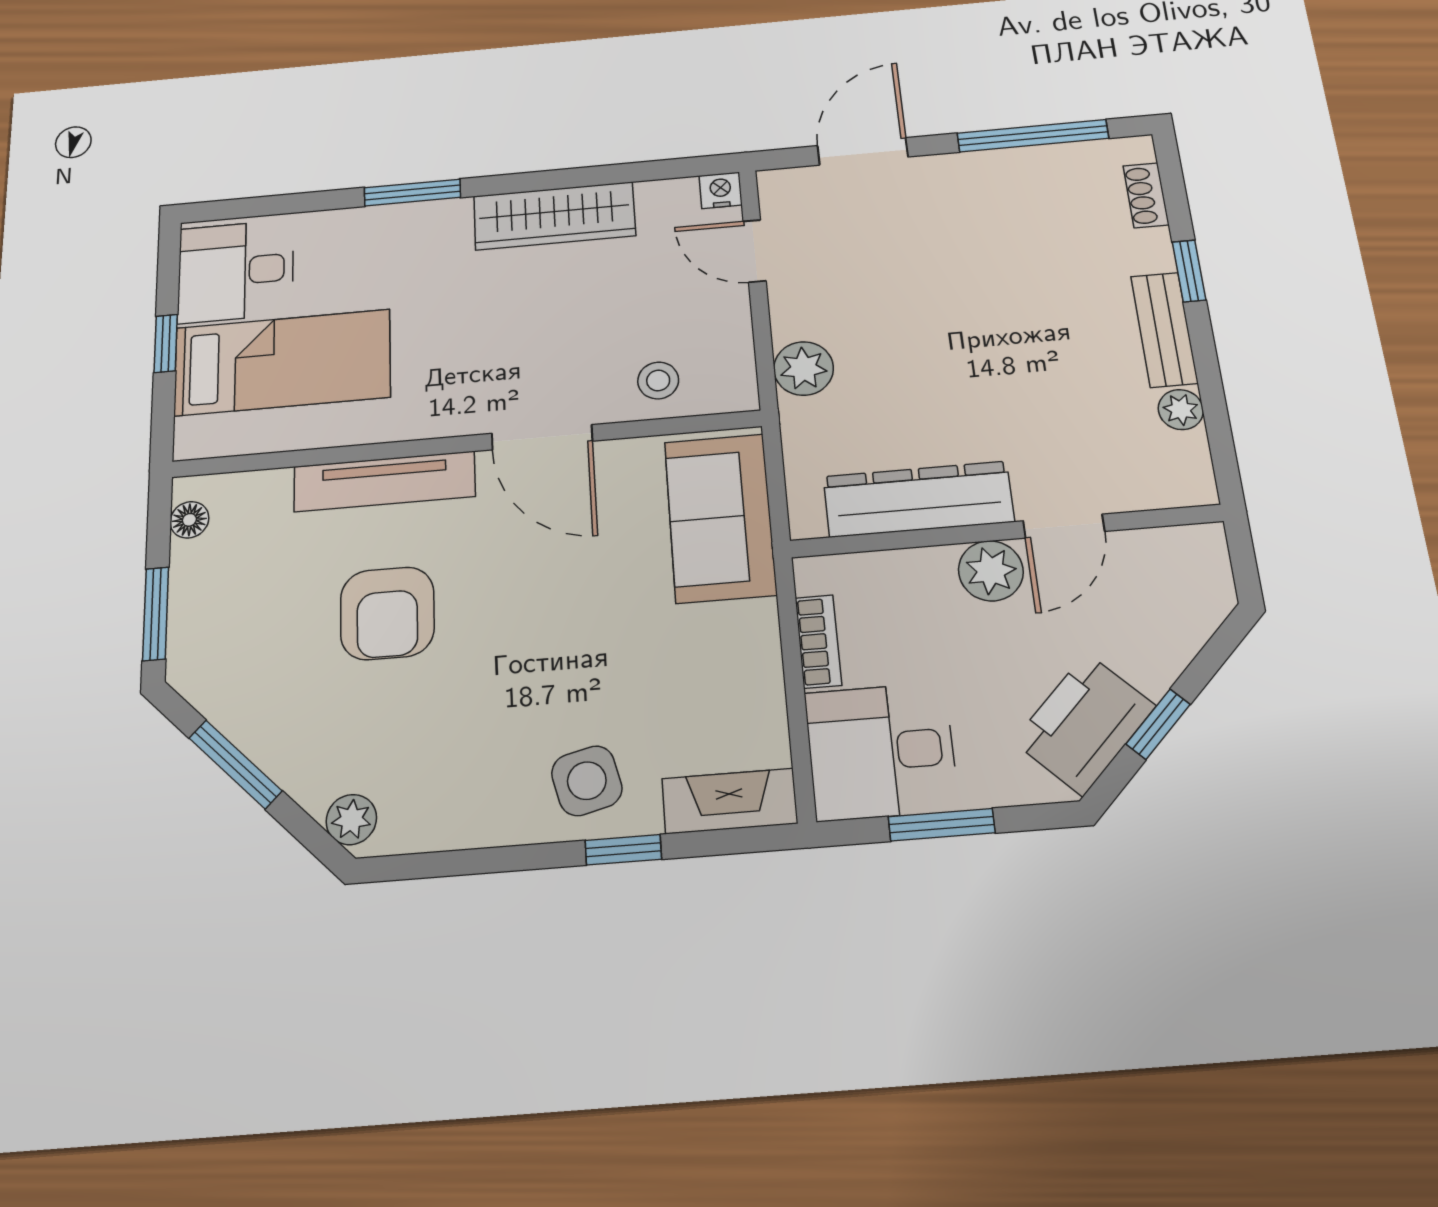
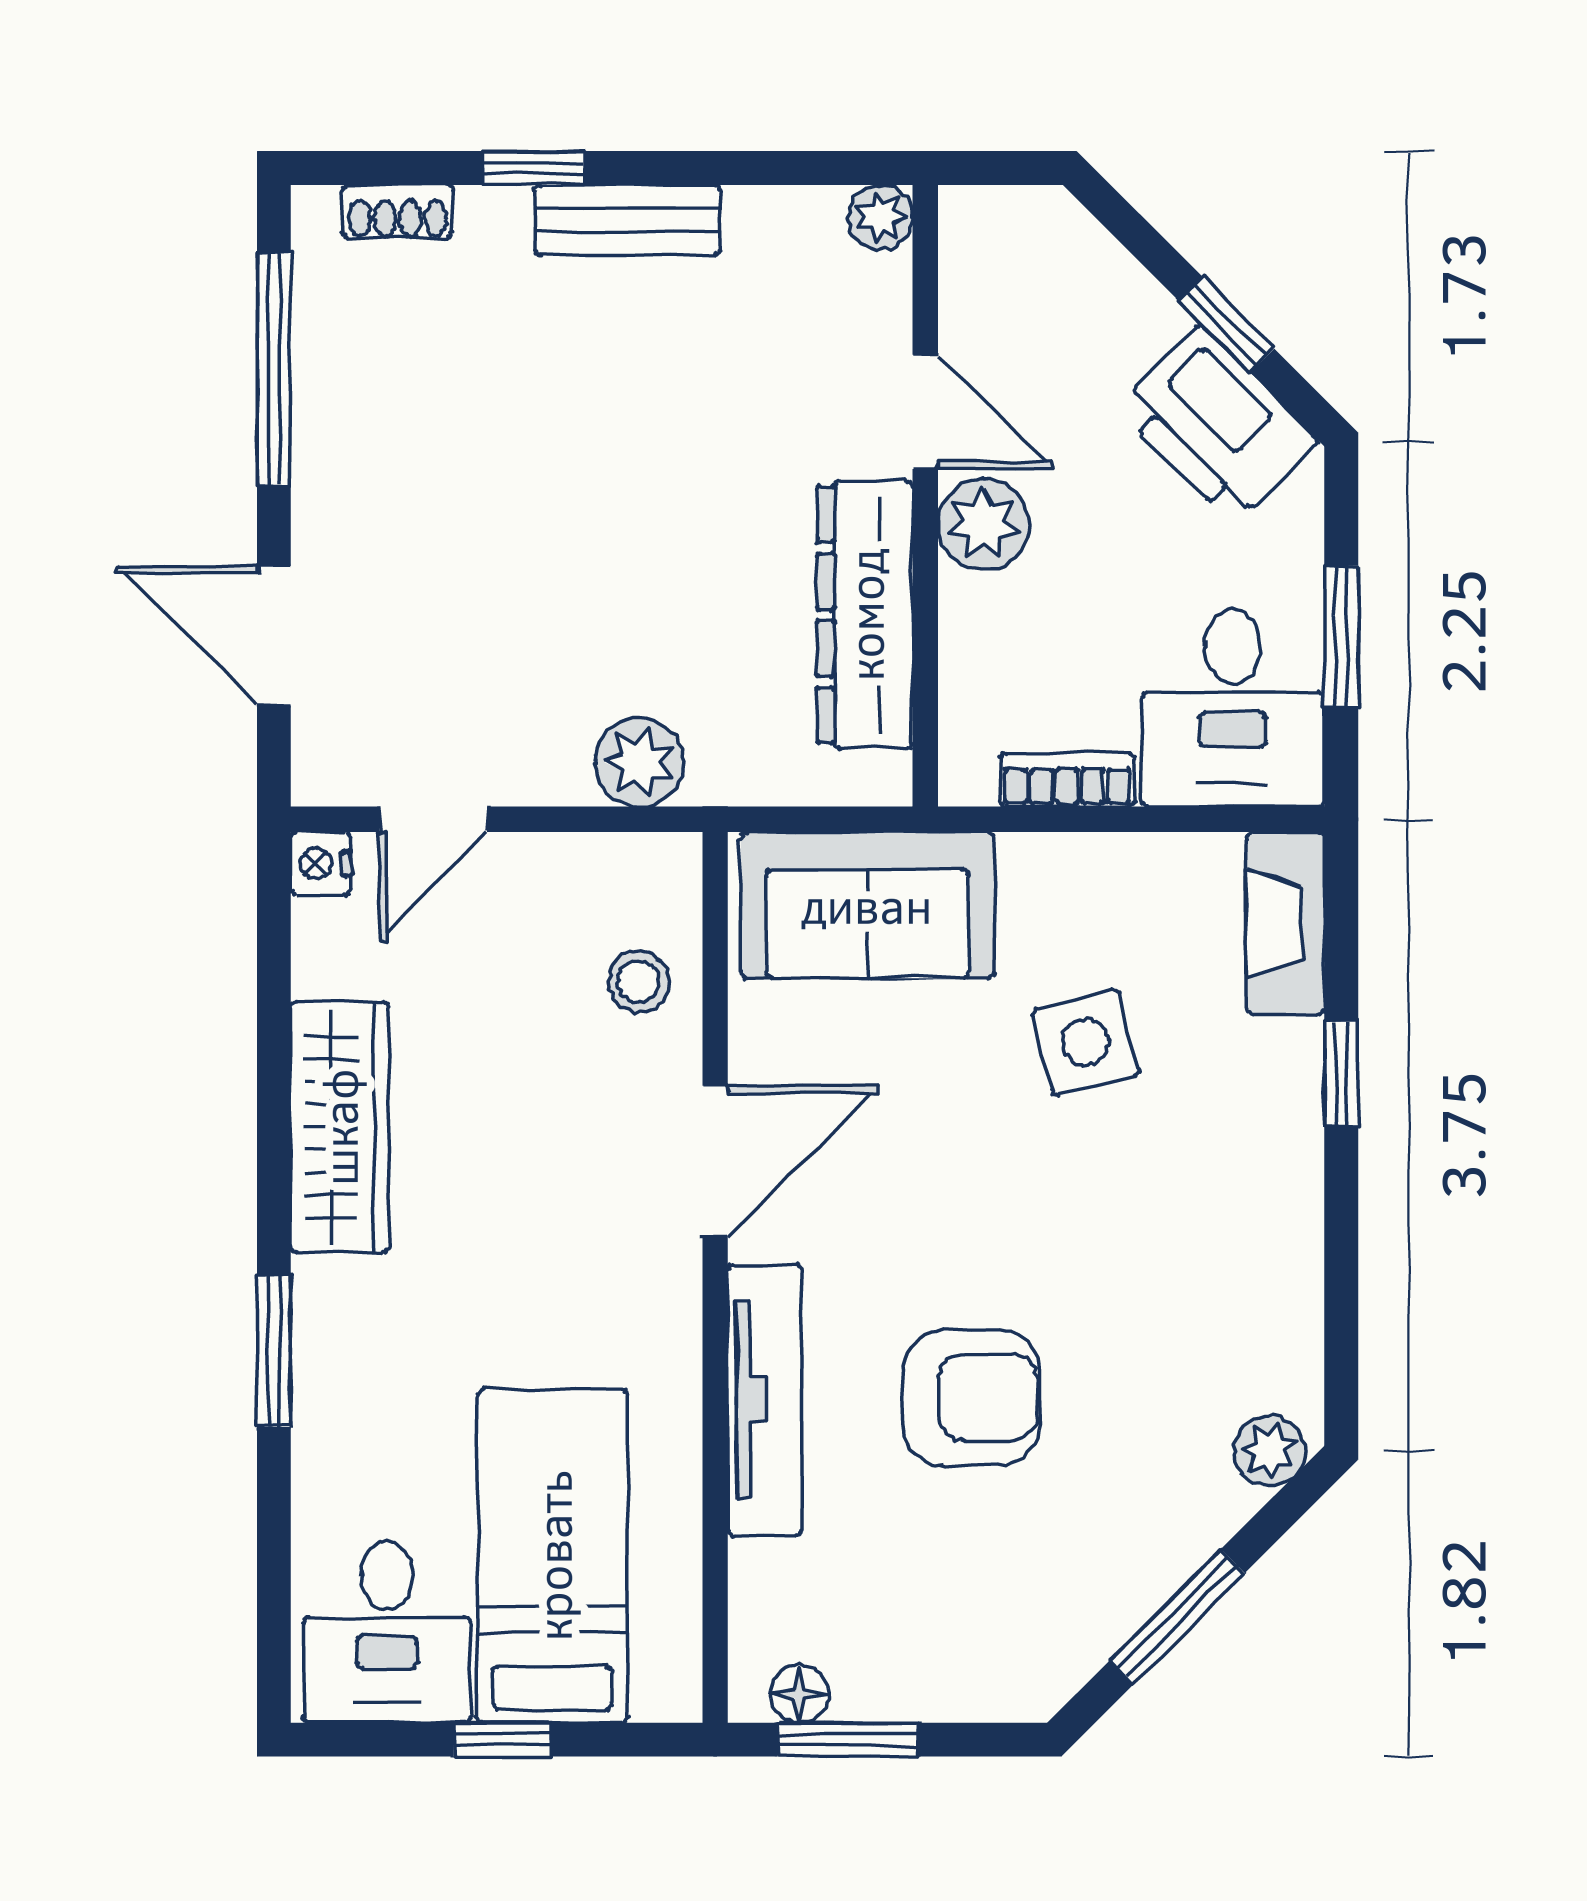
plant: (1181, 410) -> (880, 217), moved
window: (156, 614) -> (848, 1740), moved
side table: (587, 781) -> (1086, 1042), moved

